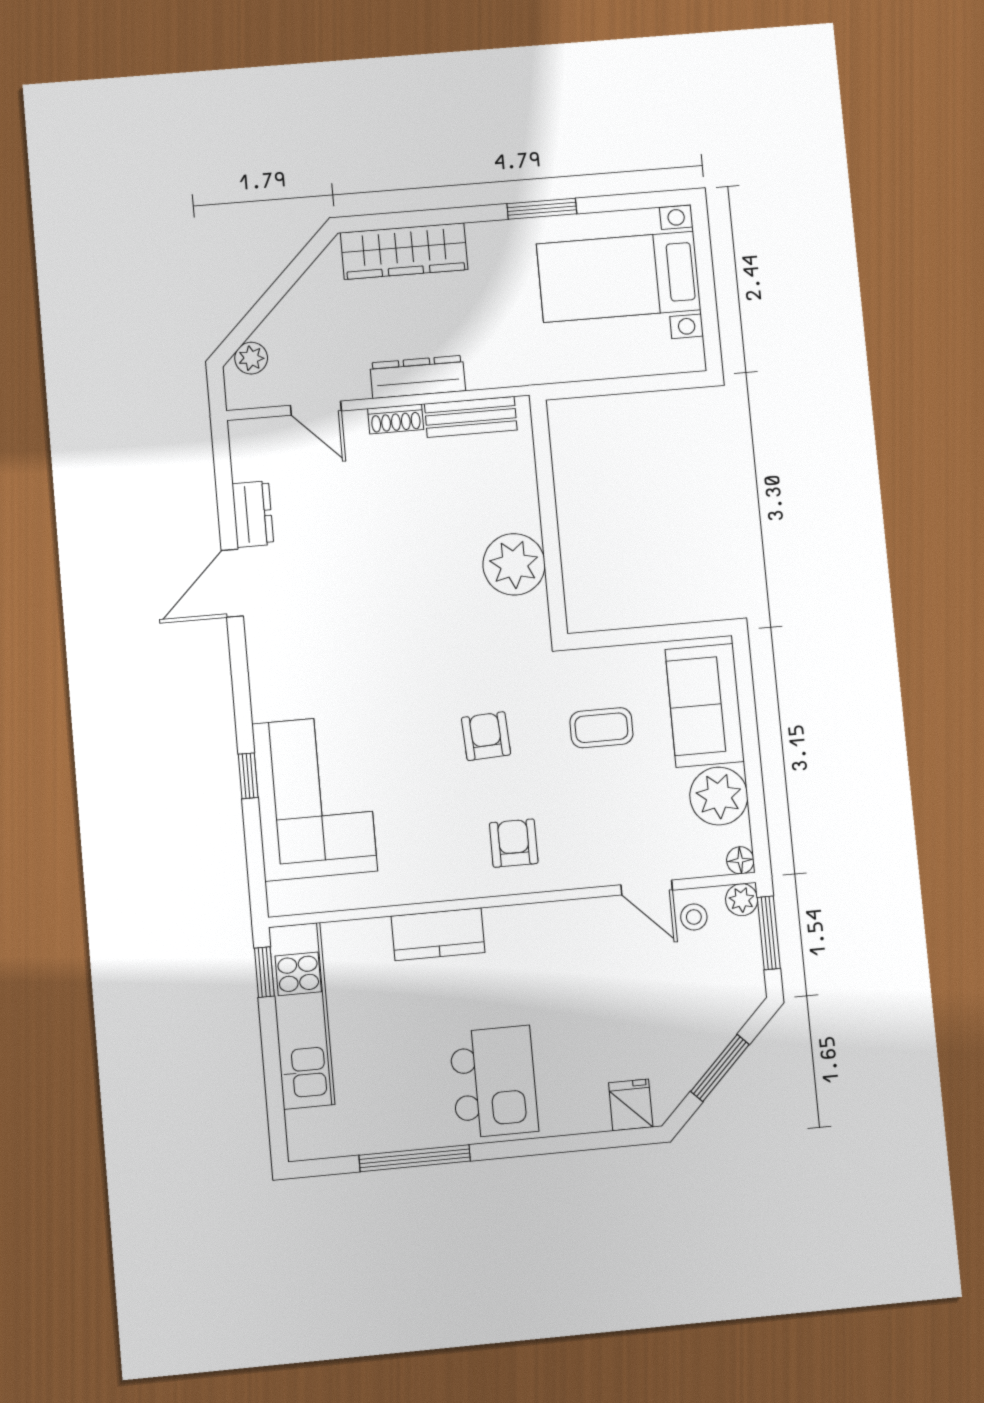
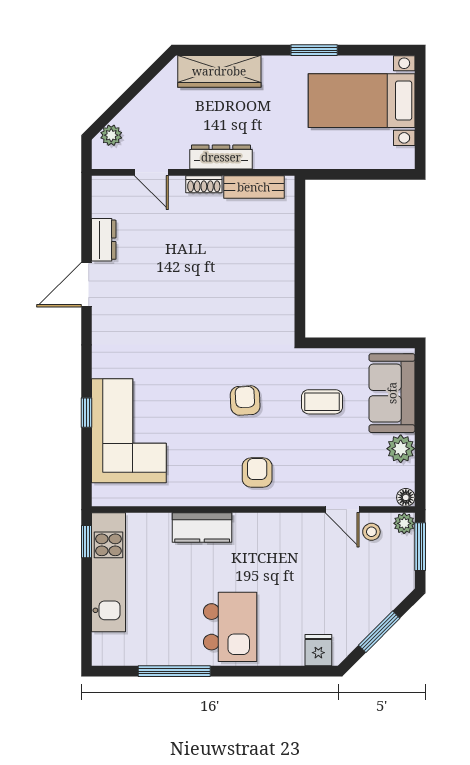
plant: (514, 564) -> (274, 288), removed
plant: (719, 796) -> (401, 449), width x0.73, depth x0.73

